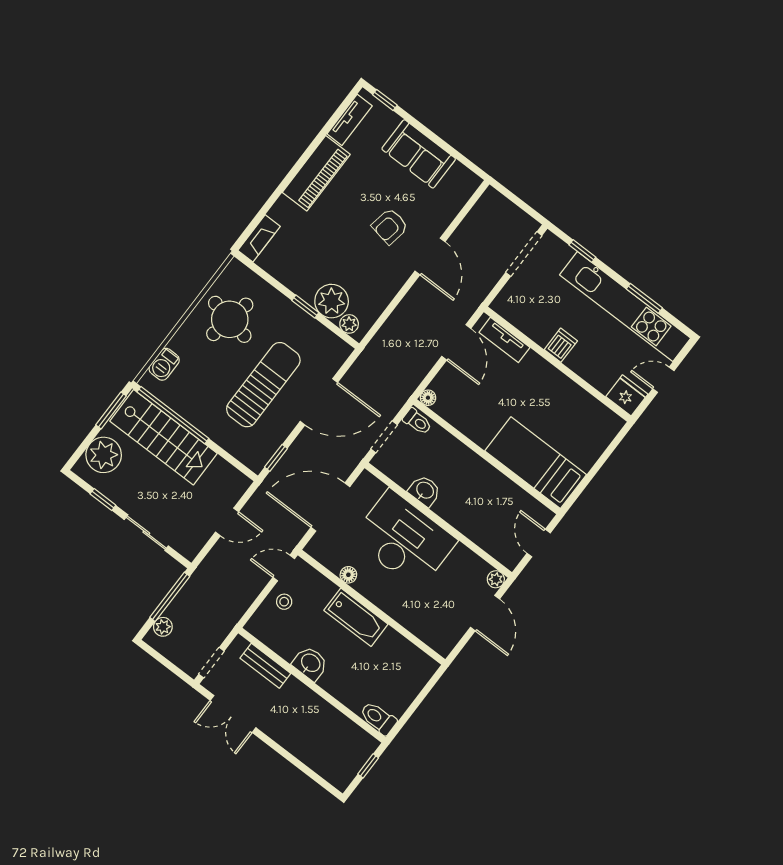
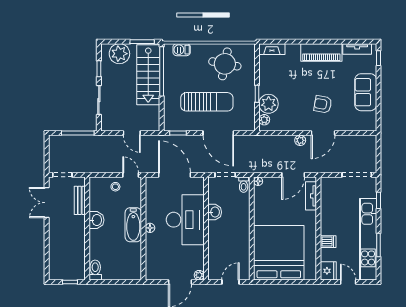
dishwasher: (561, 345) -> (328, 242), moved
bed: (536, 463) -> (279, 253), width x2.04
floor lamp: (348, 575) -> (150, 228), moved
plant: (163, 627) -> (300, 140), moved

